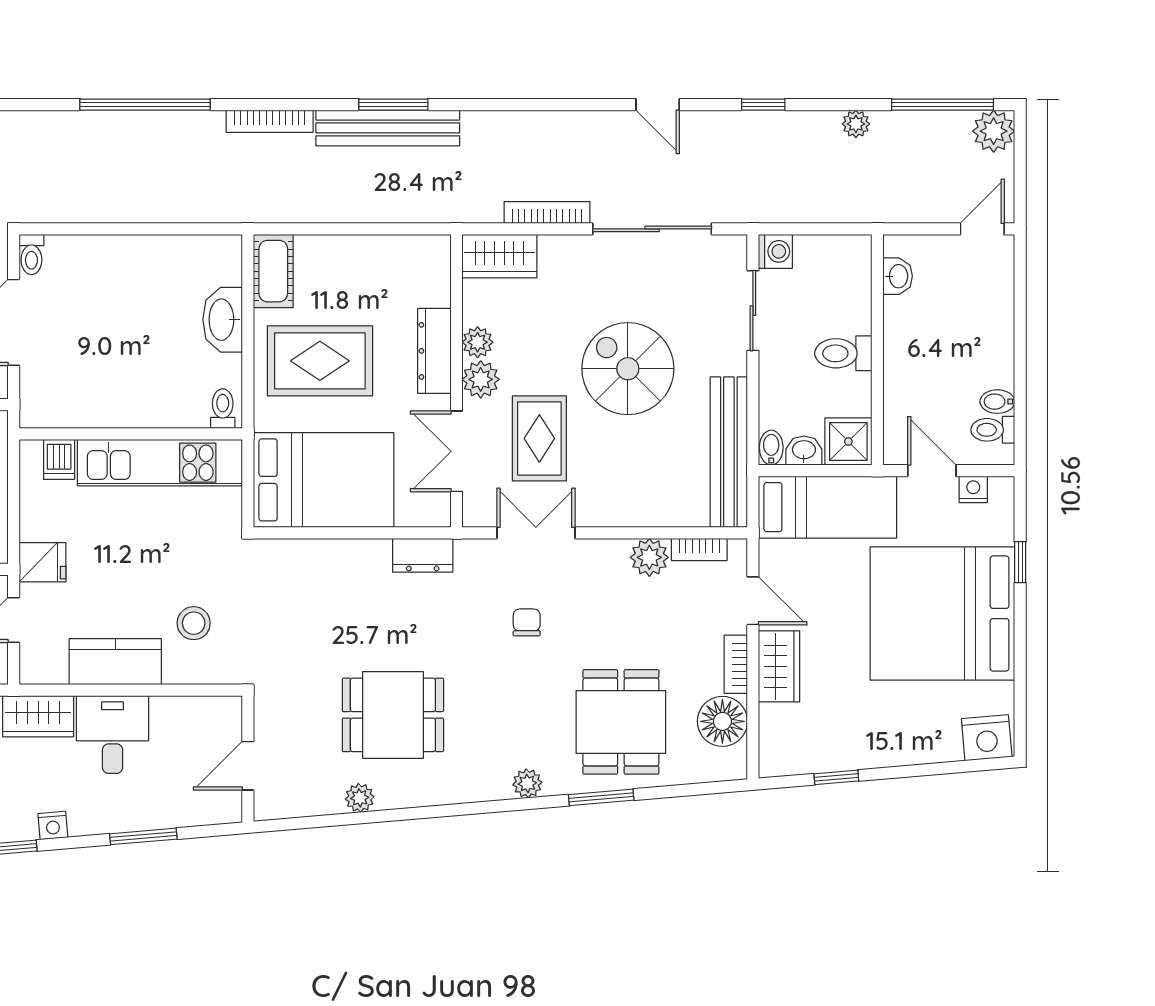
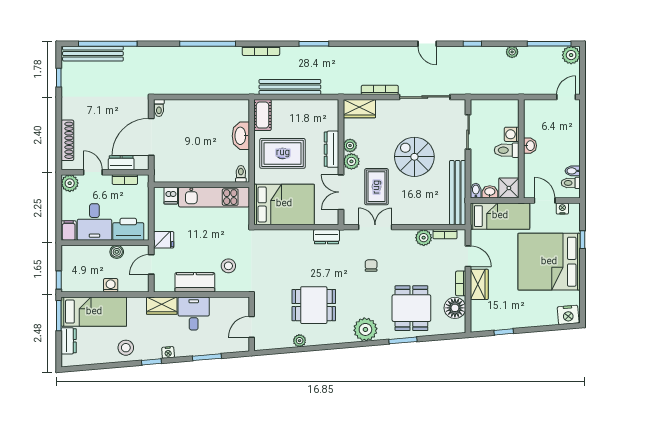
bench: (388, 128) -> (290, 87), moved
washing machine: (775, 251) -> (512, 134), moved, turned 180
washbasin: (898, 276) -> (530, 146), moved
plant: (527, 783) -> (365, 329), width x1.87, depth x1.87

